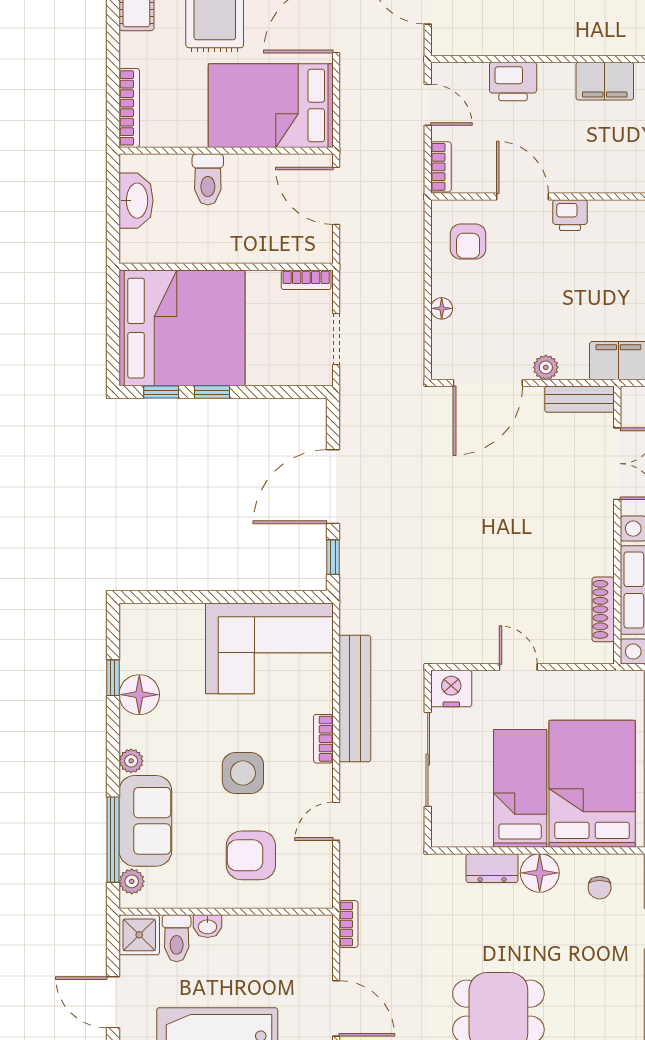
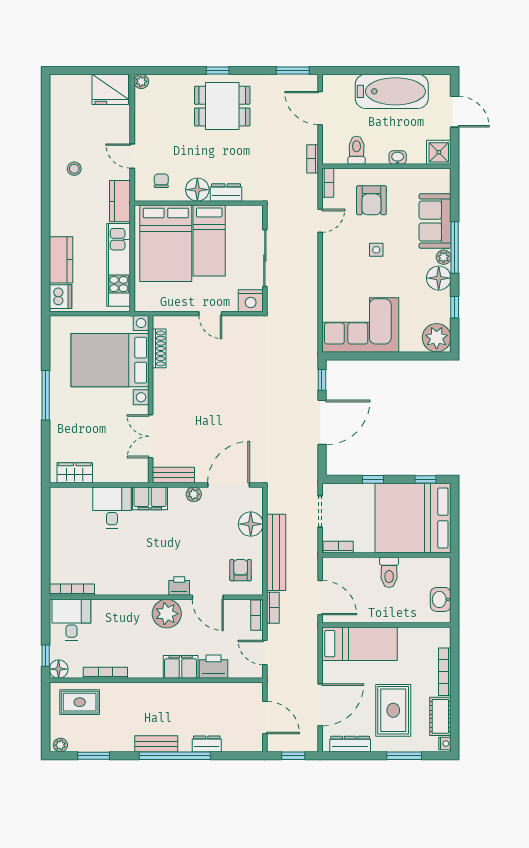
filing cabinet: (605, 81) -> (181, 667), moved
bed: (271, 106) -> (359, 644), width x0.67
bookcase: (129, 108) -> (445, 672), moved
plant: (591, 169) -> (167, 614), added
toilet: (208, 179) -> (389, 572), moved, turned 180
bookcase: (414, 179) -> (273, 608), added
washbasin: (136, 201) -> (441, 599), width x0.72
floor lamp: (442, 308) -> (251, 524), width x1.89, depth x1.89
window: (212, 392) -> (373, 479), moved
floor lamp: (139, 695) -> (439, 278), moved
bench: (355, 698) -> (276, 552), moved
bookcase: (323, 739) -> (328, 183), moved
side table: (243, 773) -> (376, 250), width x0.54, depth x0.54
window: (113, 840) -> (455, 248), moved
armchair: (251, 855) -> (371, 200), turned 90
plant: (132, 881) -> (437, 338), moved, width x1.88, depth x1.88
toilet: (177, 938) -> (357, 150), moved

